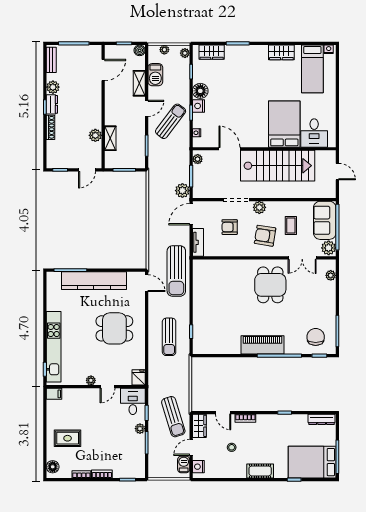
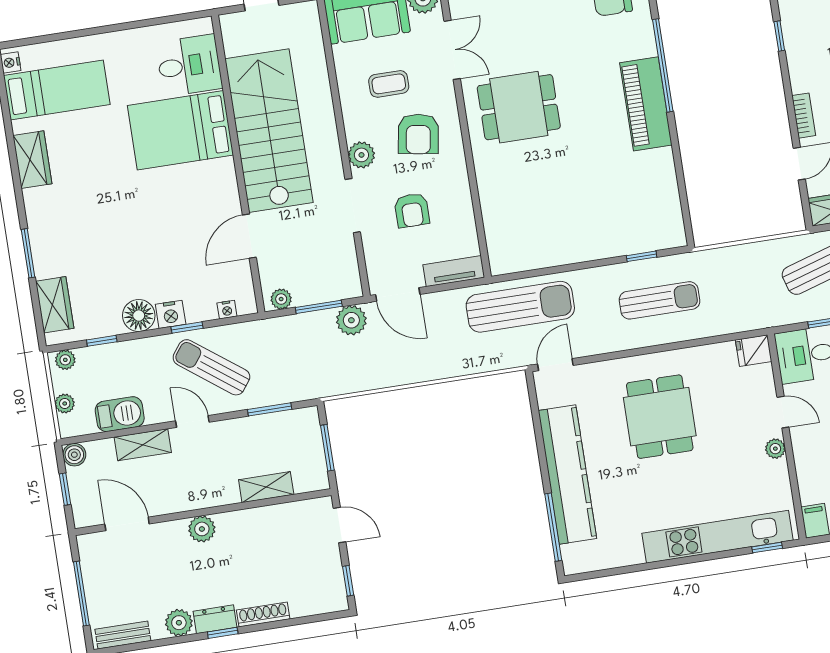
plant: (95, 135) -> (202, 529), moved

